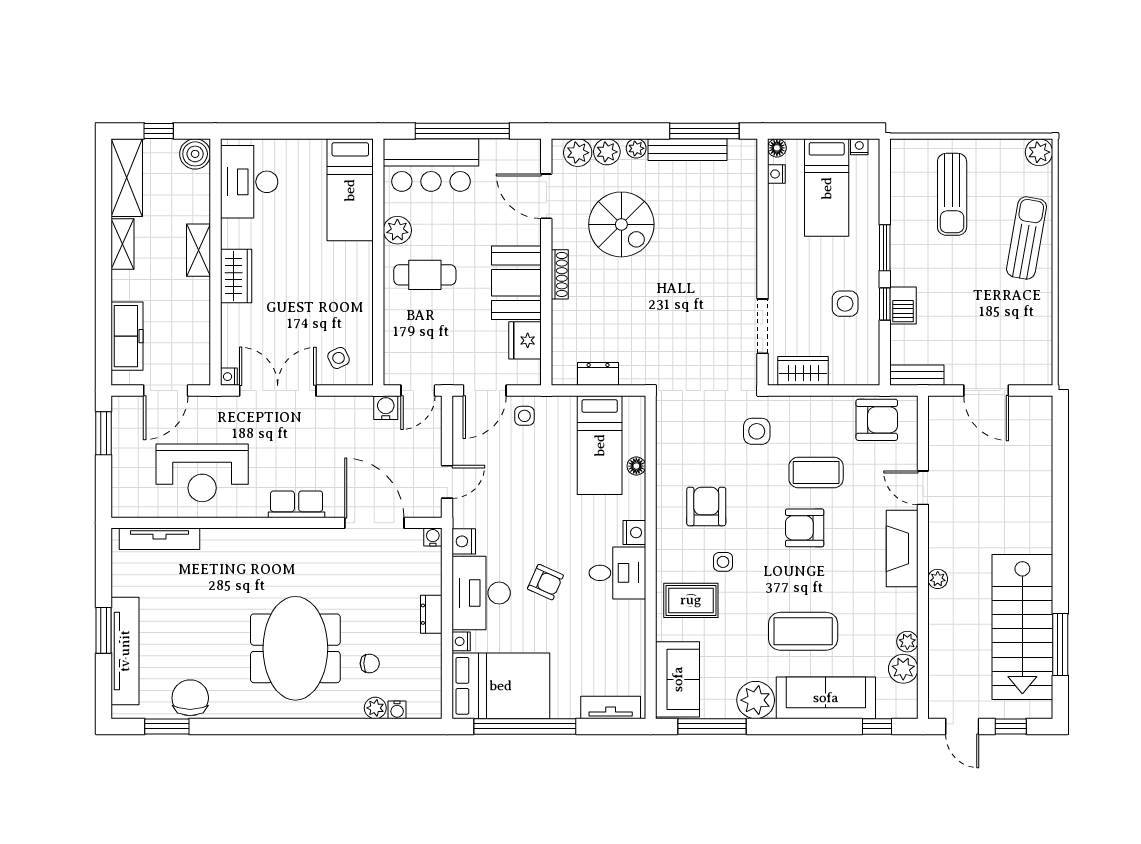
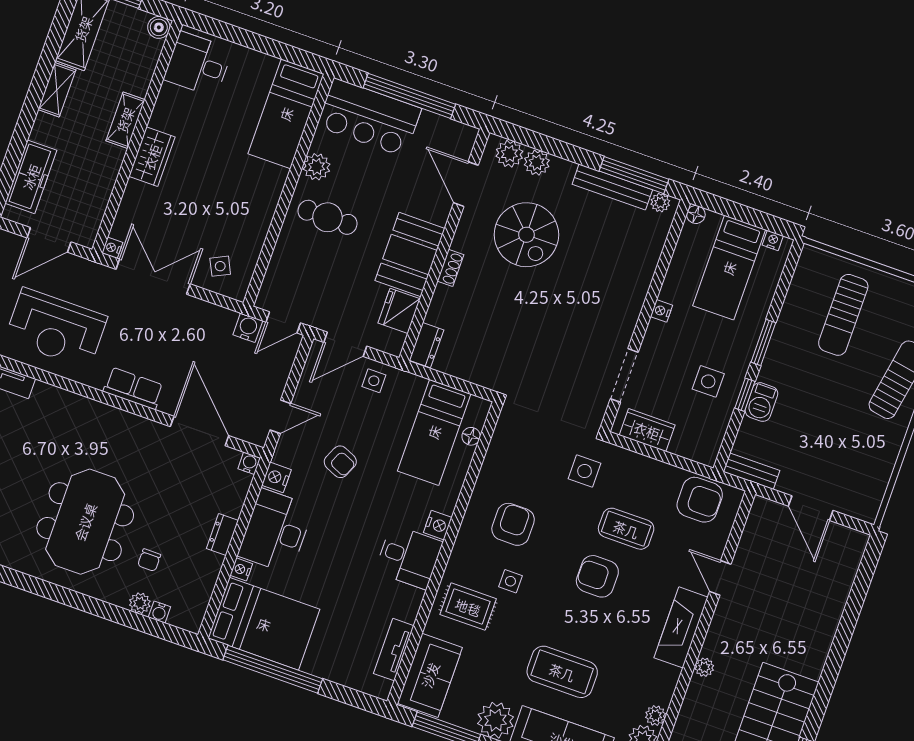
plant: (636, 148) -> (660, 203), moved
boiler: (195, 154) -> (159, 27), width x0.73, depth x0.73
nightstand: (776, 174) -> (661, 311), moved
desk: (249, 182) -> (198, 64), width x0.73
shoe rack: (560, 274) -> (450, 268), width x0.70
dresser: (598, 374) -> (427, 345), moved, turned 90
floor lamp: (636, 466) -> (471, 436), moved
armchair: (545, 582) -> (340, 462), moved
chair: (370, 663) -> (149, 560), turned 90
tv unit: (611, 707) -> (394, 650), moved, turned -90

